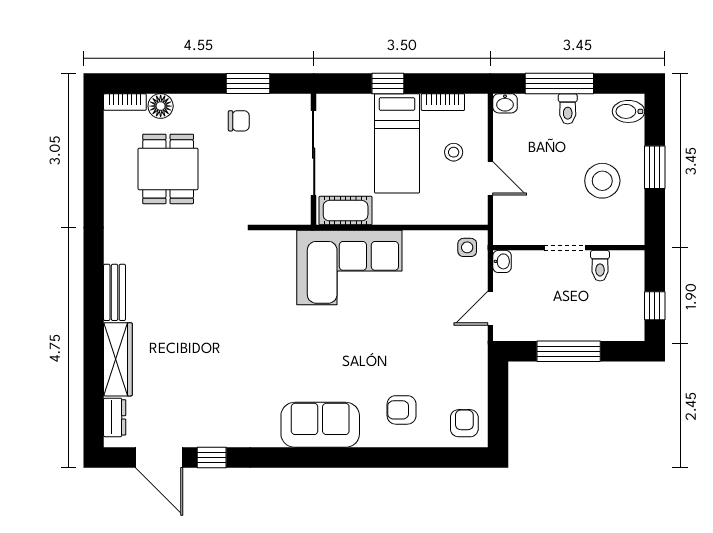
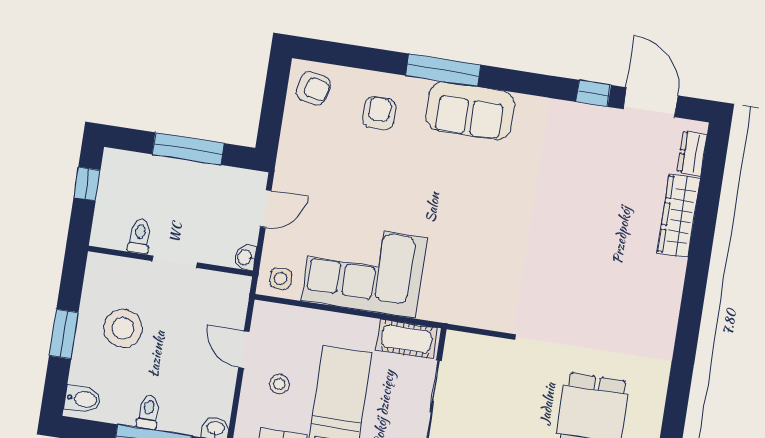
corner sofa: (349, 267) -> (364, 269), moved
bench: (115, 292) -> (671, 289), removed
armchair: (402, 410) -> (379, 113), turned -90
armchair: (464, 423) -> (313, 88), turned -78
window: (350, 458) -> (443, 70), added

